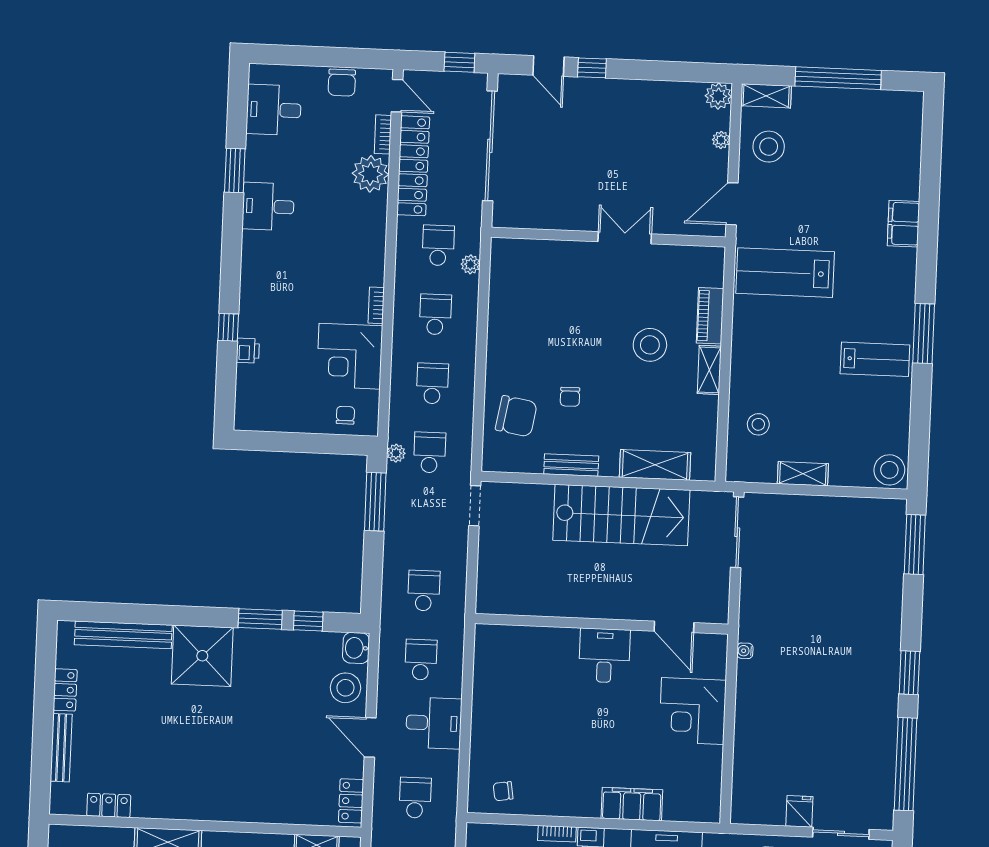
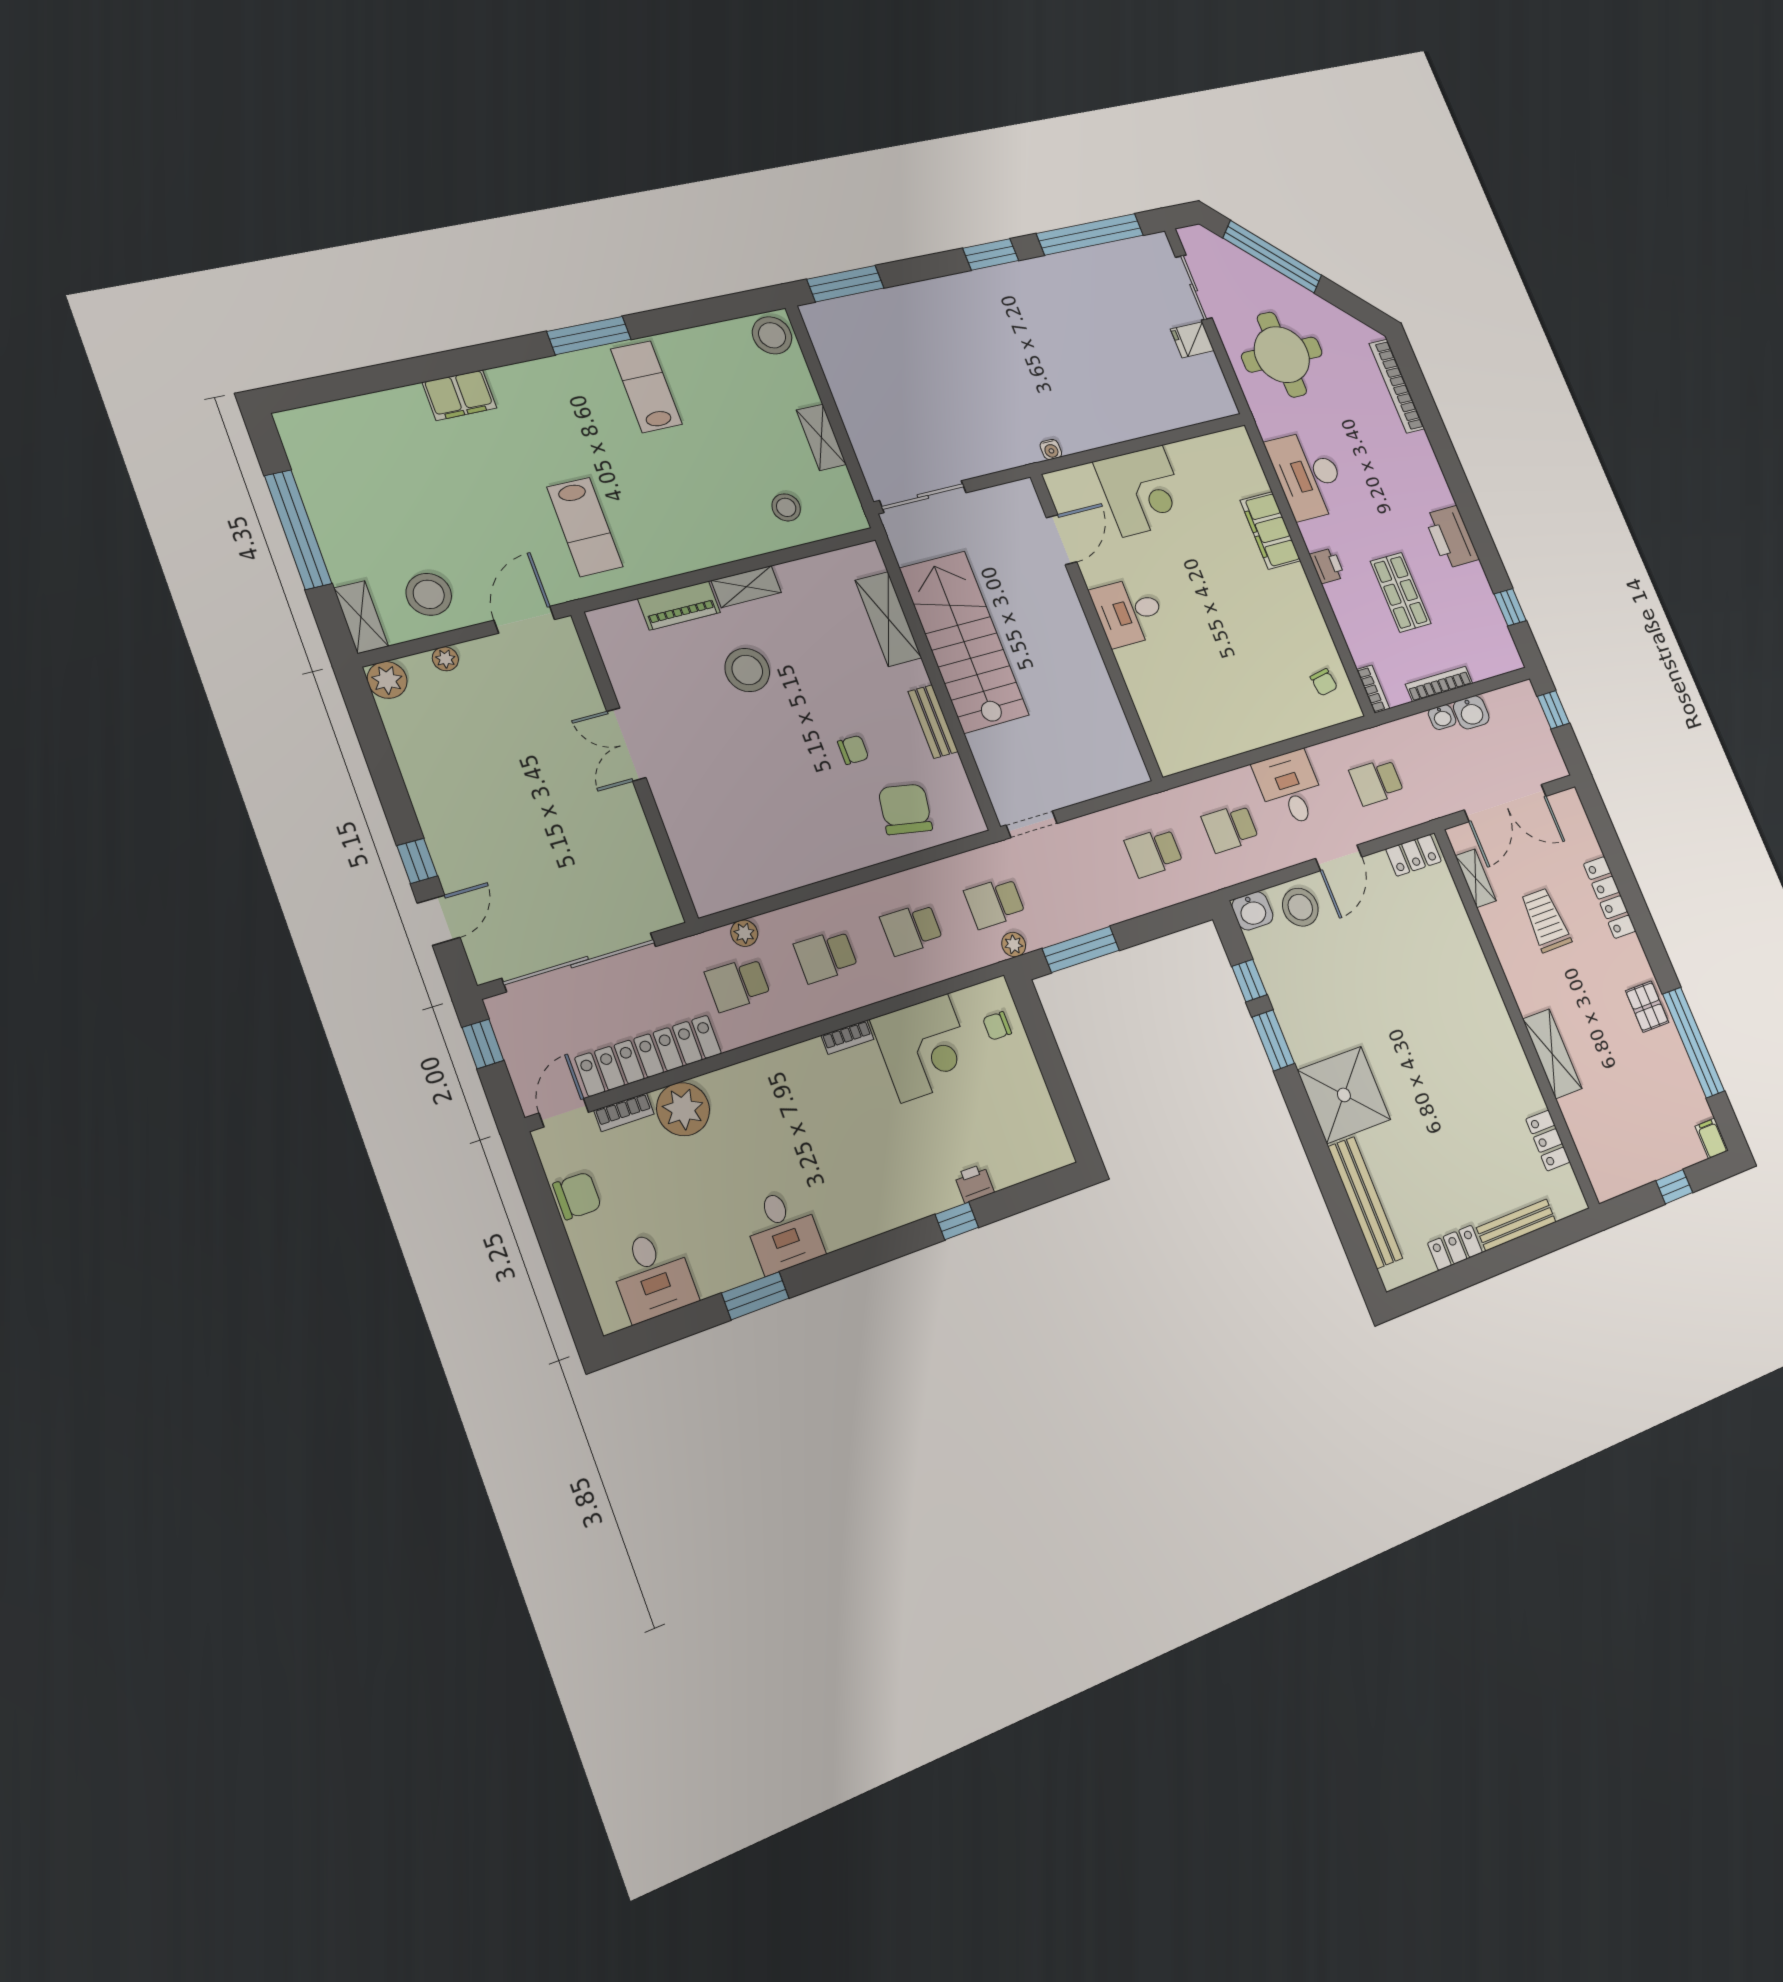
door: (732, 204) -> (524, 620), swing flipped
lab bench: (785, 273) -> (585, 527), width x0.73, depth x0.72
bookcase: (557, 834) -> (1373, 689), moved

